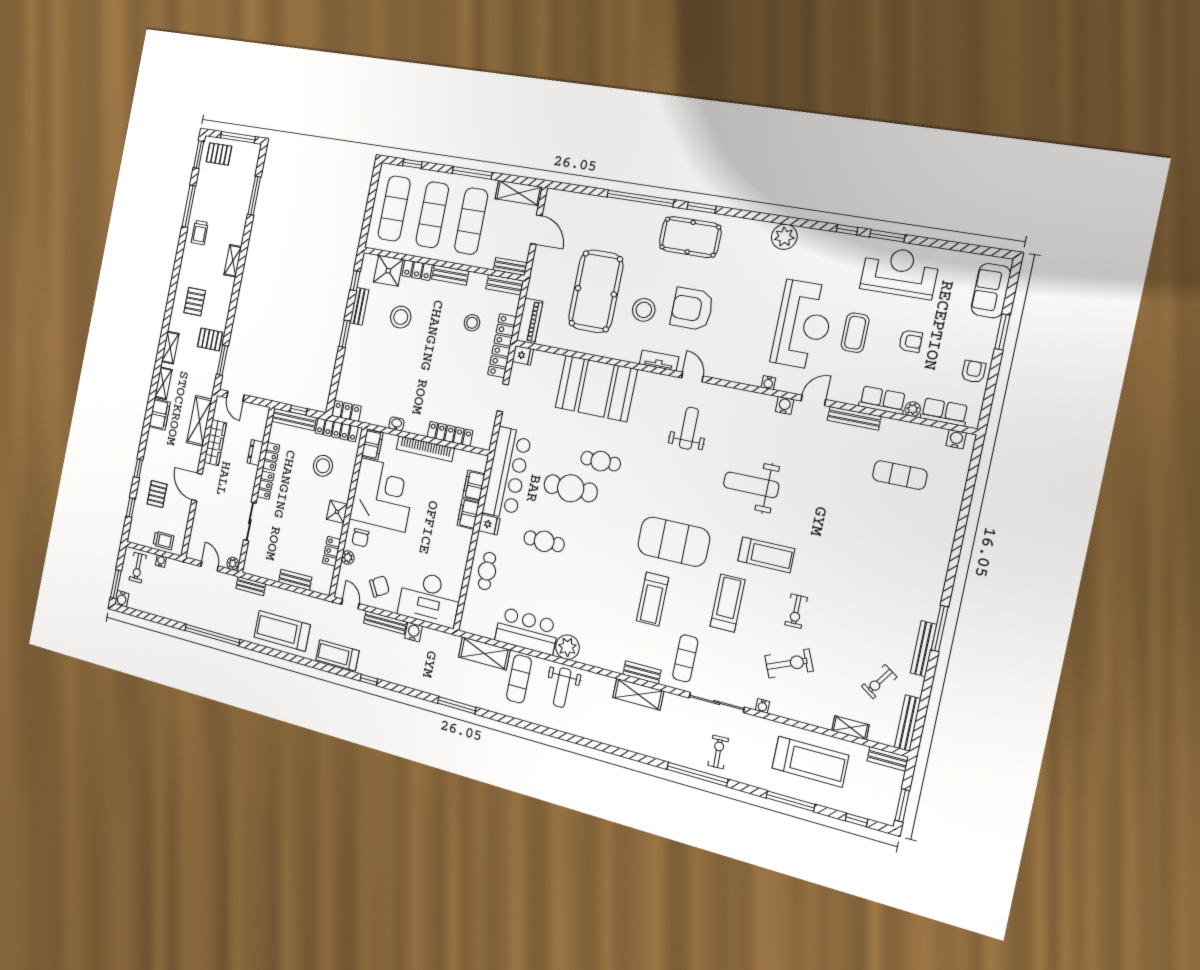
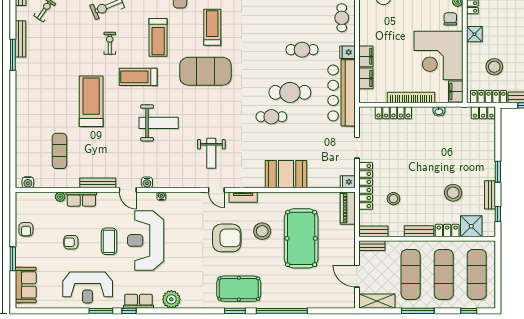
booth: (596, 388) -> (286, 174), width x0.73, depth x0.70
door: (813, 400) -> (128, 190), hinge flipped
row of seats: (944, 412) -> (139, 301), moved, turned 180
exercise mat: (900, 475) -> (59, 151), turned 90
treadmill: (839, 536) -> (91, 101), added

